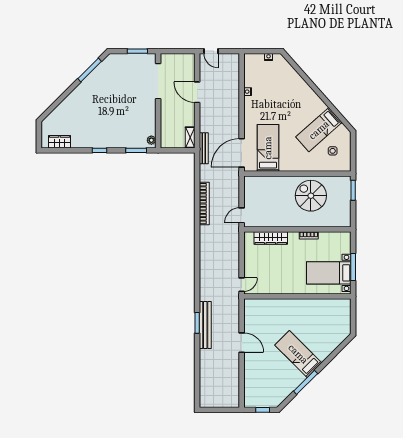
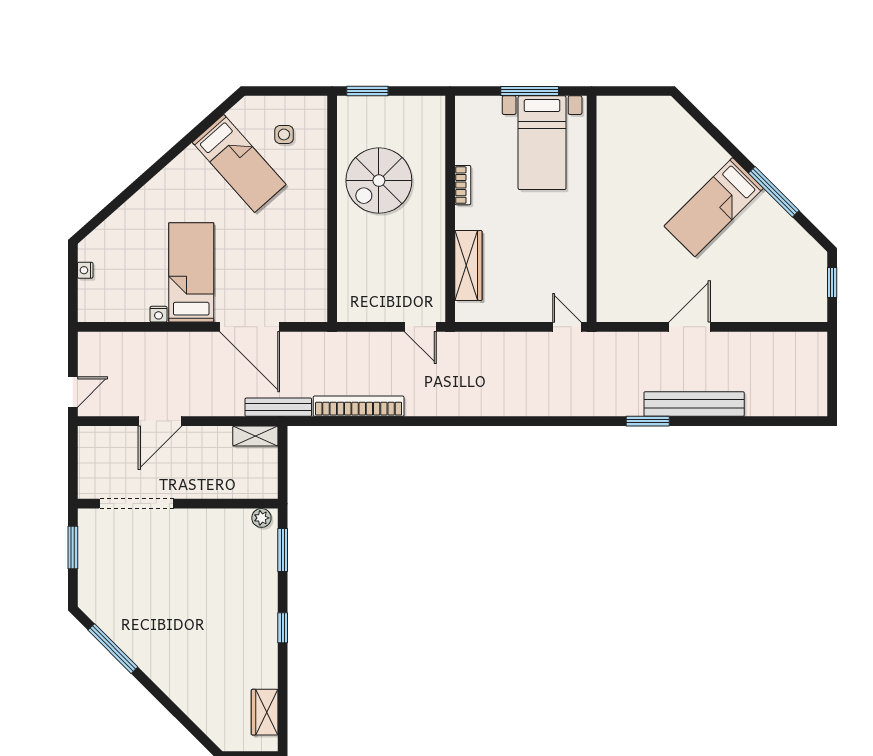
bed: (268, 148) -> (191, 272), moved, turned 90
door: (242, 153) -> (250, 327), moved
bookcase: (204, 204) -> (359, 406), moved
bench: (205, 325) -> (694, 404), moved

